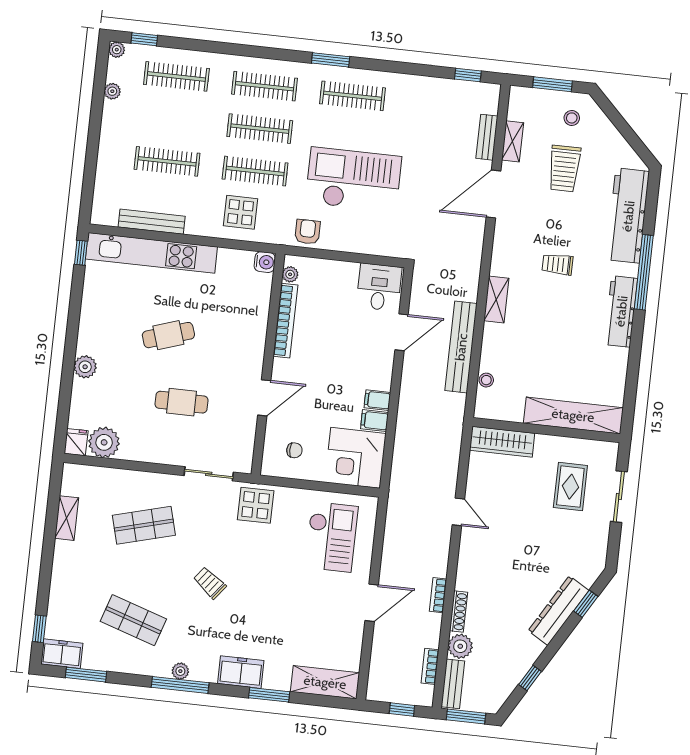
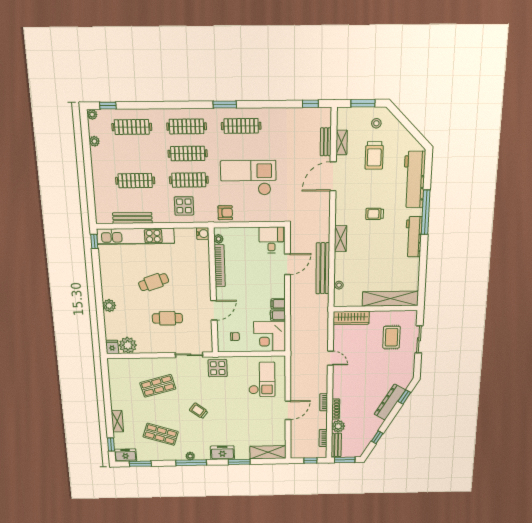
armchair: (307, 232) -> (225, 213), turned 90
shelving: (67, 518) -> (117, 421), moved

